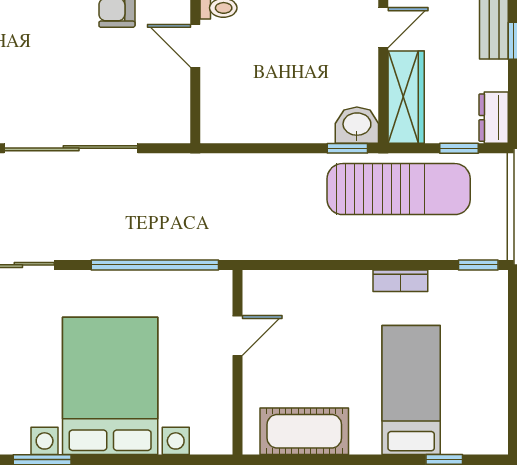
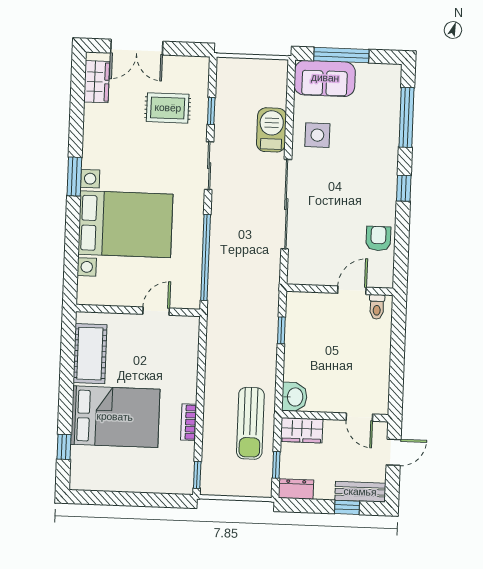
wardrobe: (406, 97) -> (302, 430), width x0.67
window: (347, 148) -> (281, 330), moved
sun lounger: (399, 189) -> (250, 423), width x0.73, depth x0.75
door: (237, 335) -> (156, 311), swing flipped
bed: (411, 390) -> (115, 417), width x1.50

